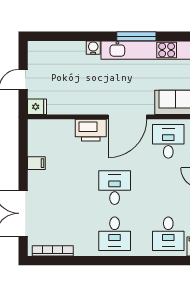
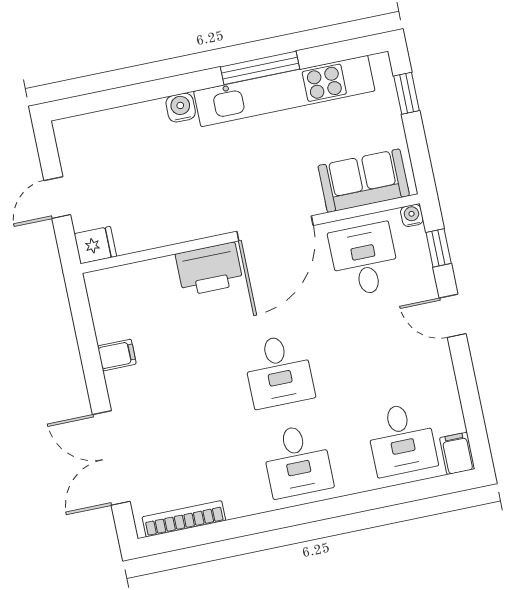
desk: (115, 188) -> (279, 371), turned 180

